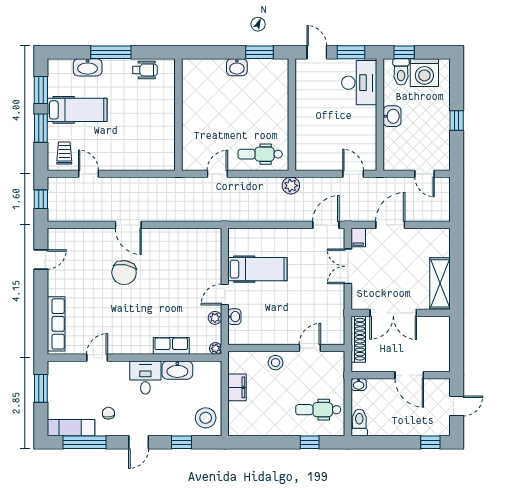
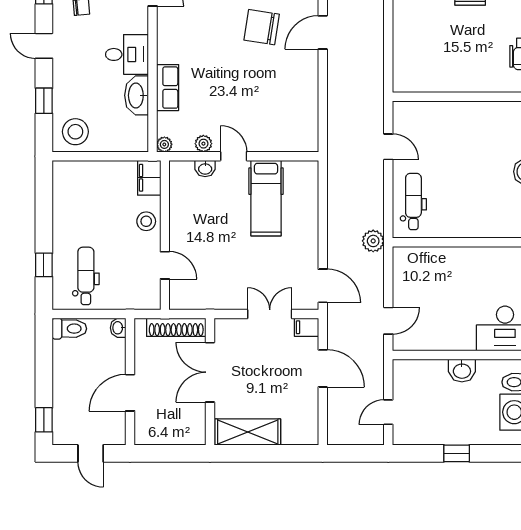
filing cabinet: (237, 387) -> (149, 178), moved, turned 90

